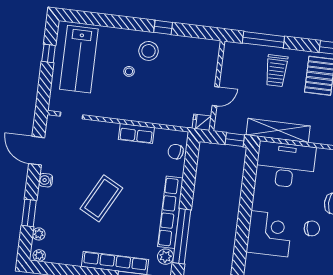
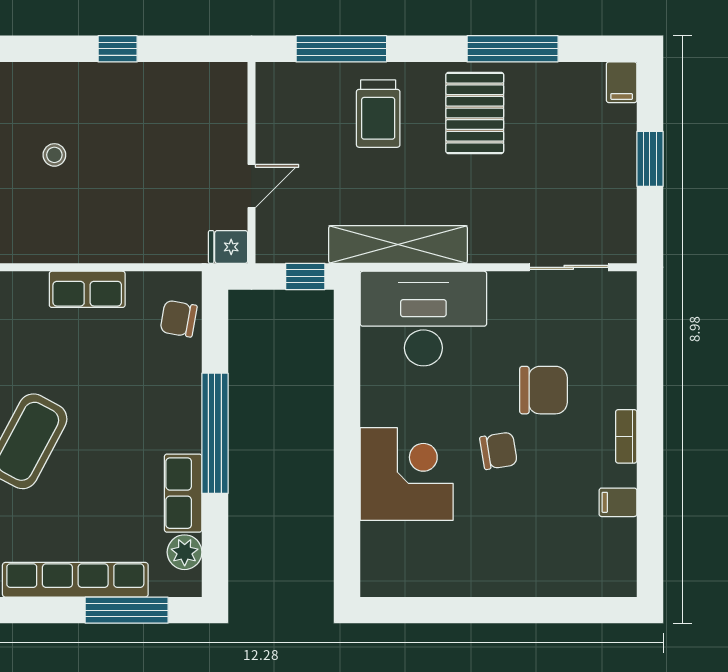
stool: (149, 51) -> (92, 105), removed
row of seats: (170, 212) -> (183, 493), width x0.50
window: (182, 236) -> (215, 433), moved

